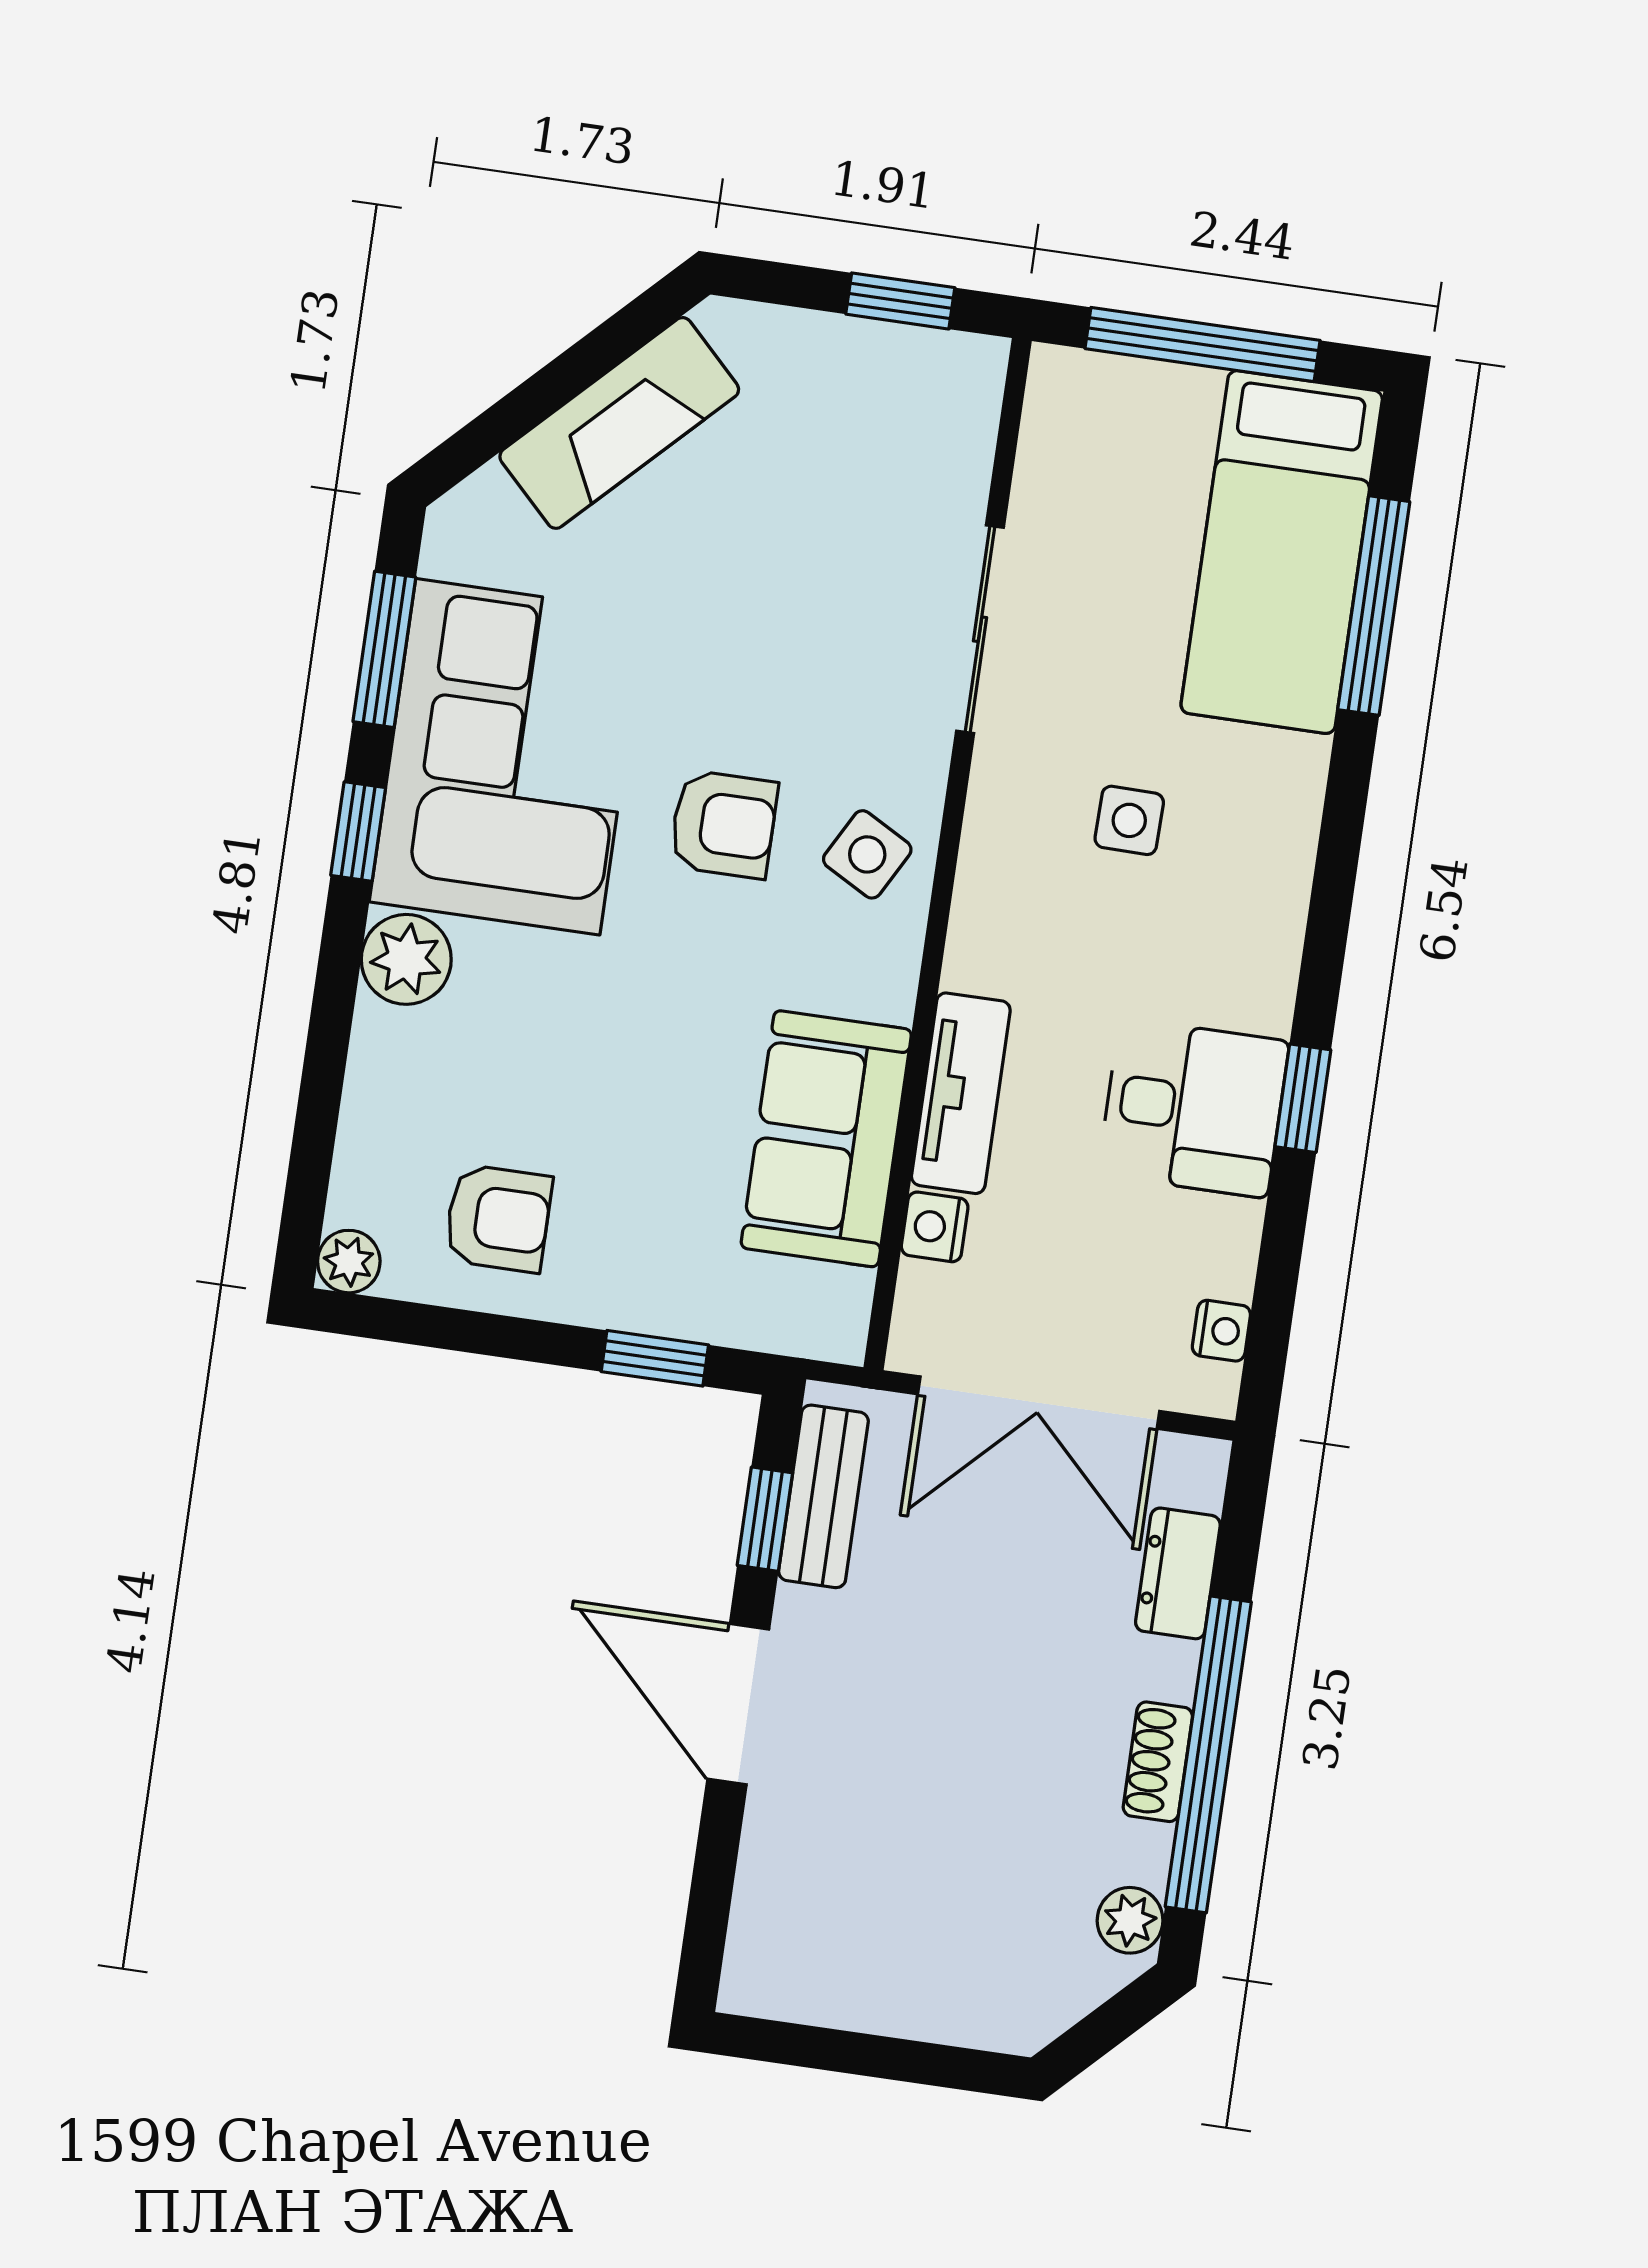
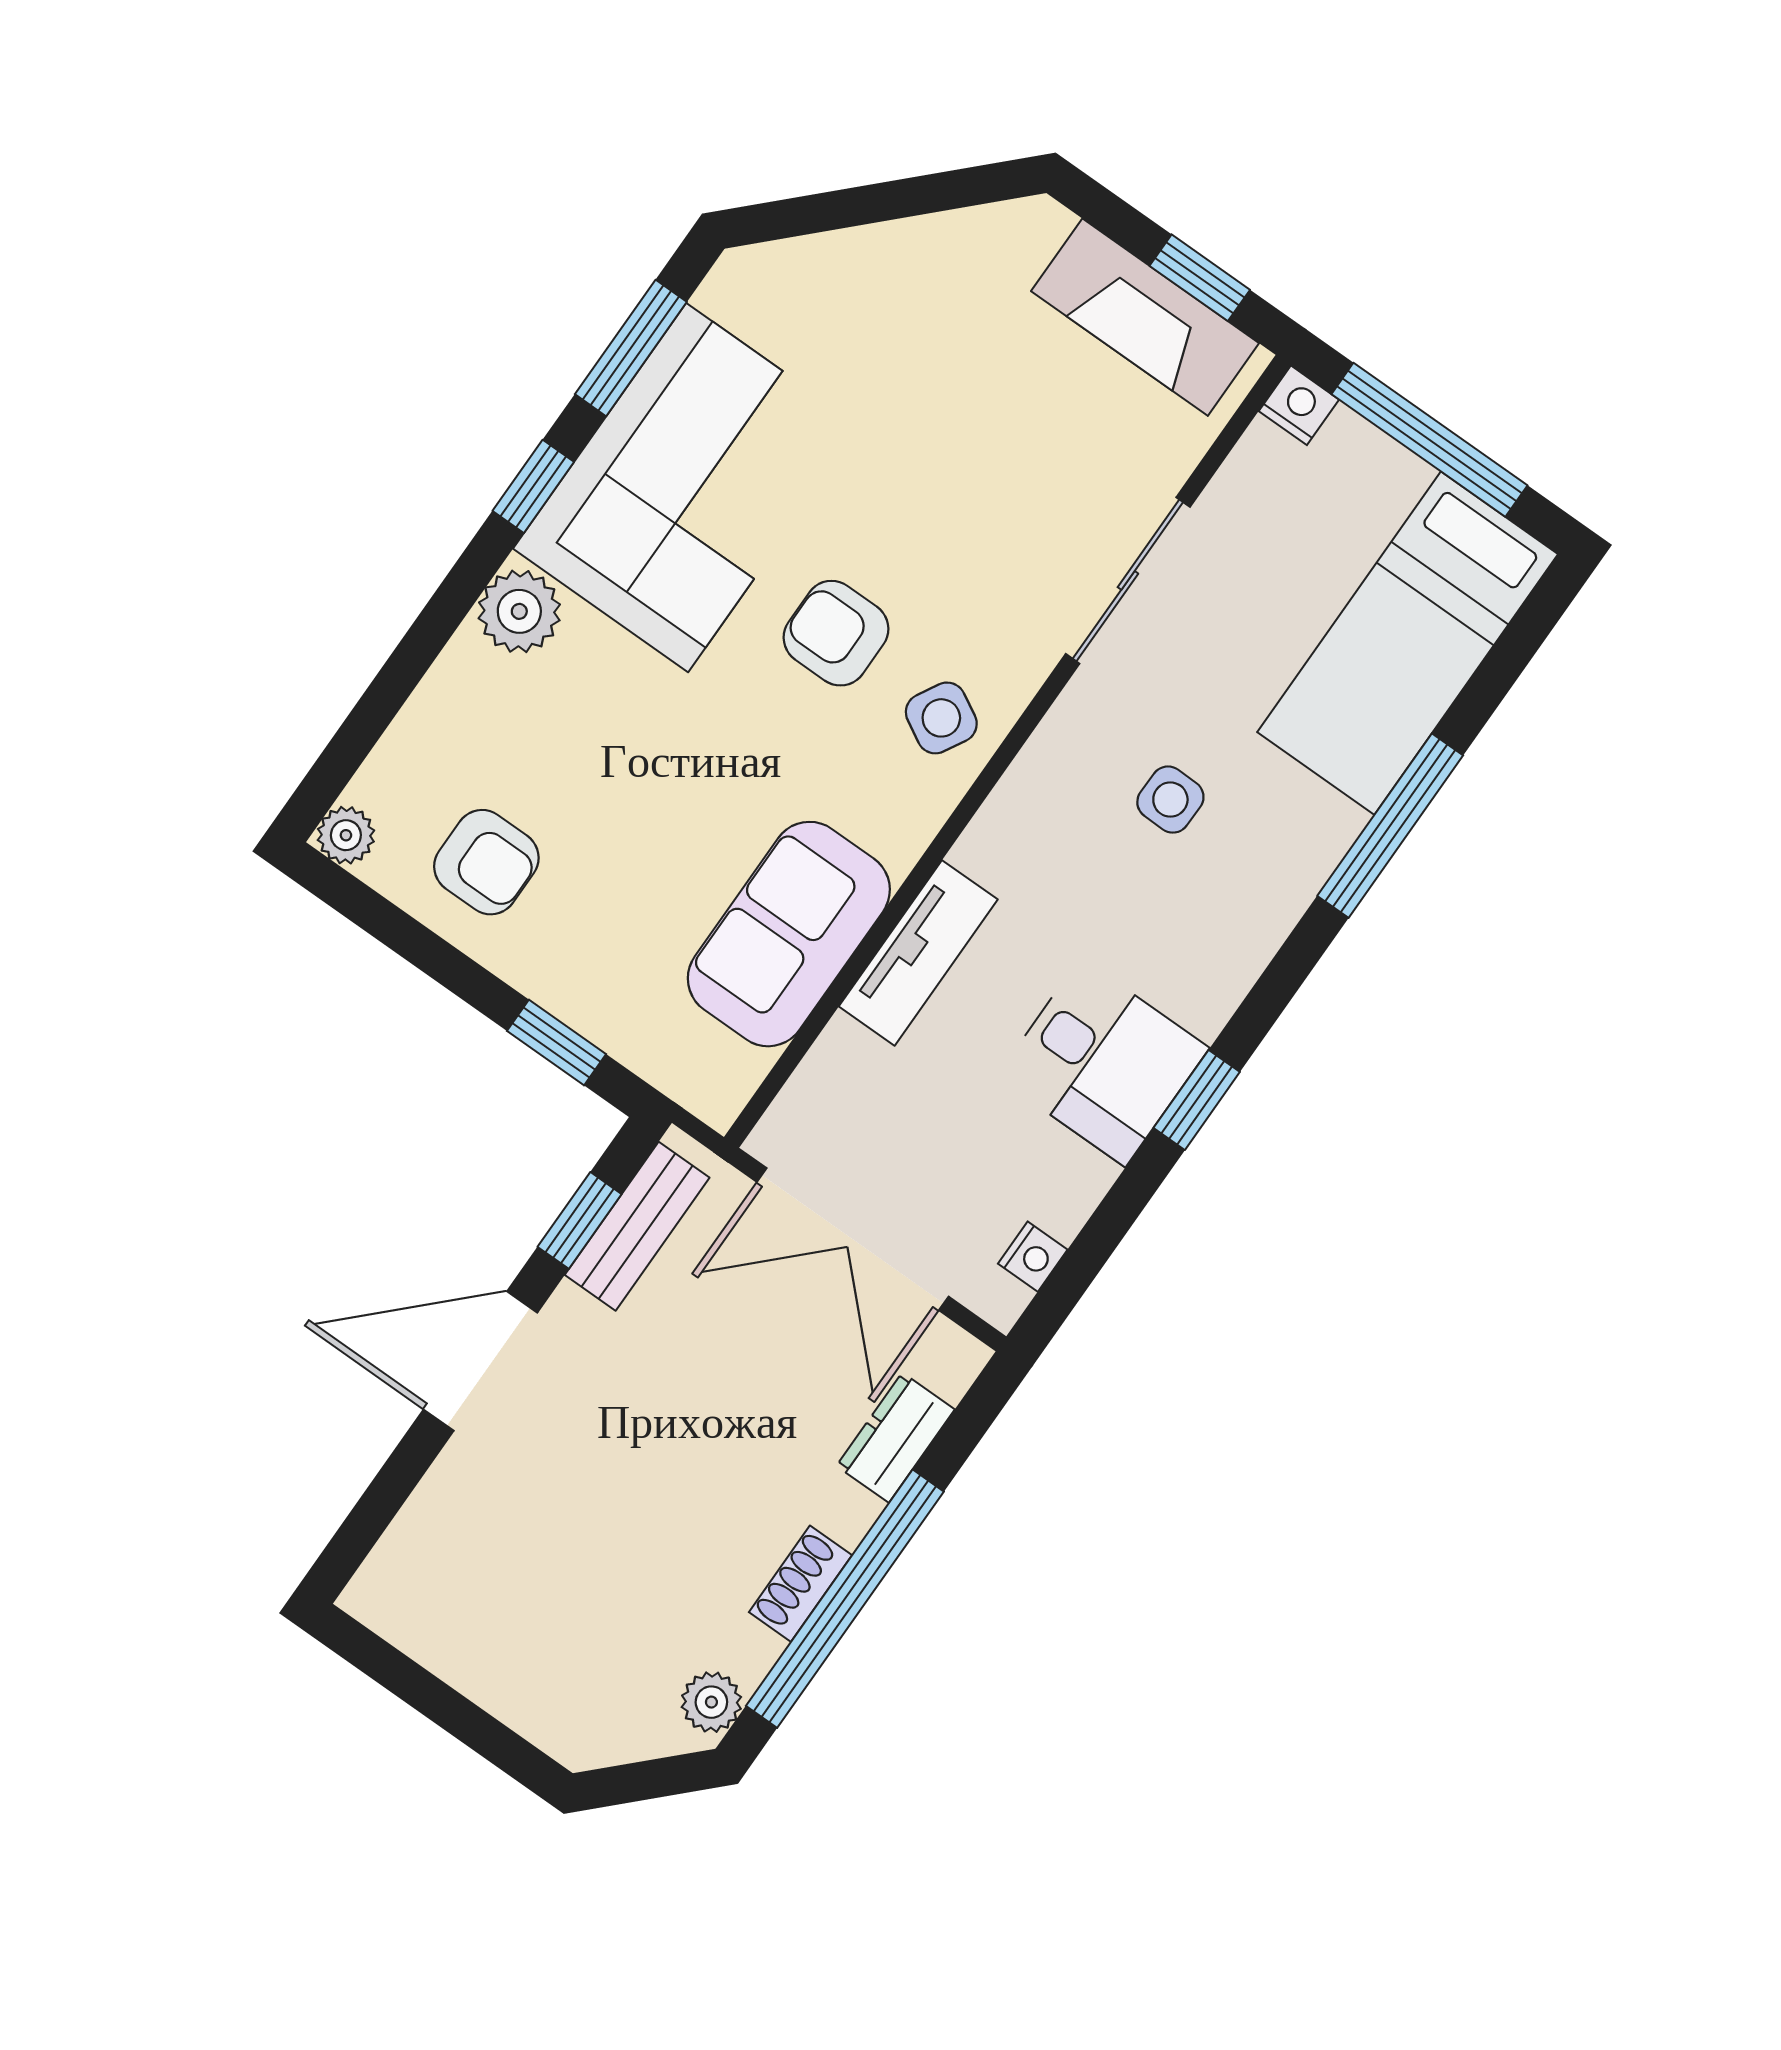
fireplace: (619, 423) -> (1145, 317), moved, turned 45
window: (1374, 606) -> (1390, 826), moved
armchair: (724, 824) -> (836, 633), turned 180
nightstand: (935, 1227) -> (1299, 405), moved, turned 90
door: (738, 1704) -> (480, 1361), hinge flipped

